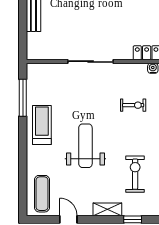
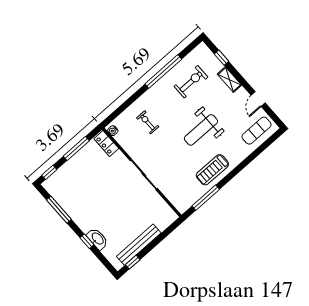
exercise bike: (135, 174) -> (191, 82), turned 180

